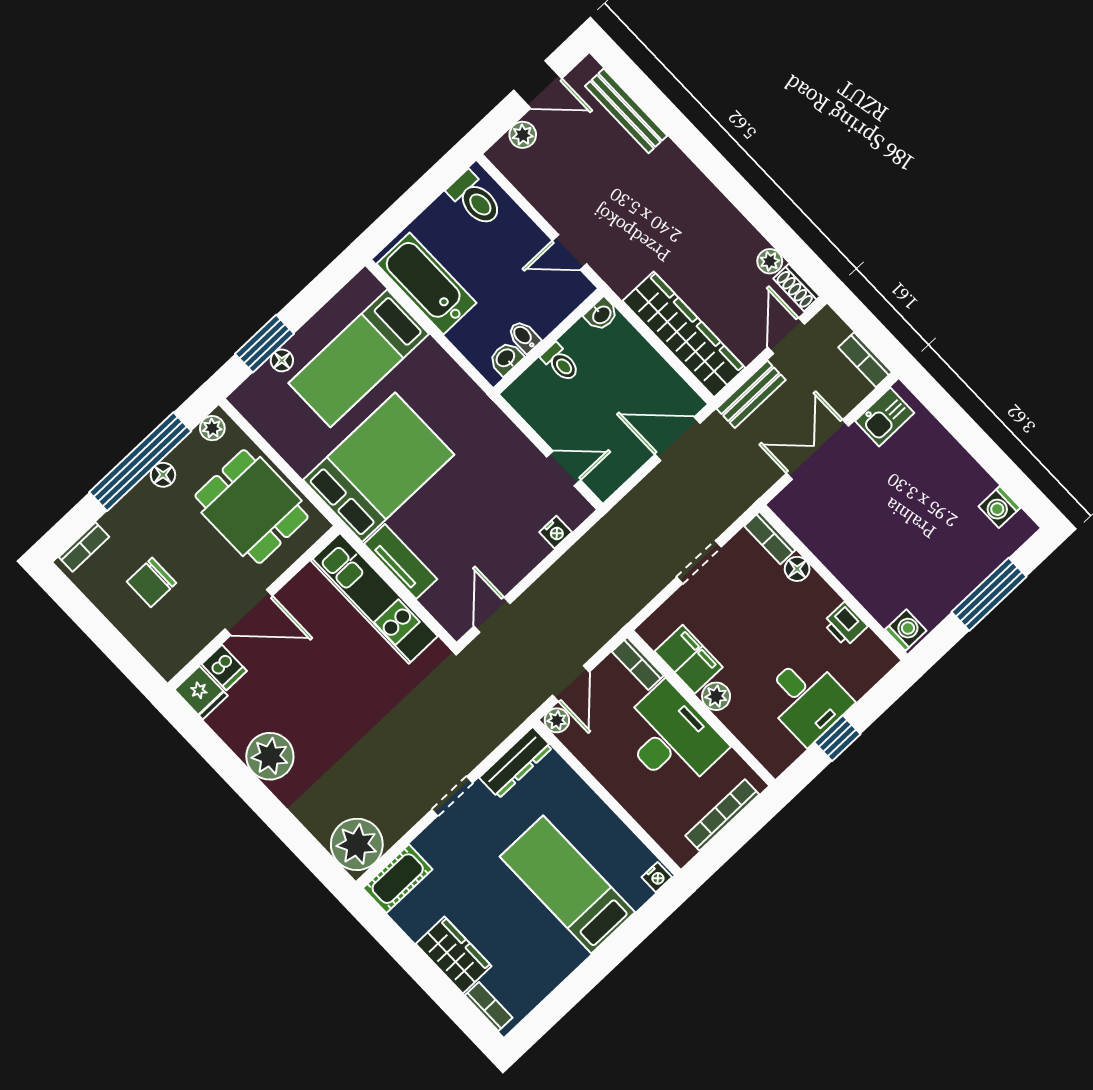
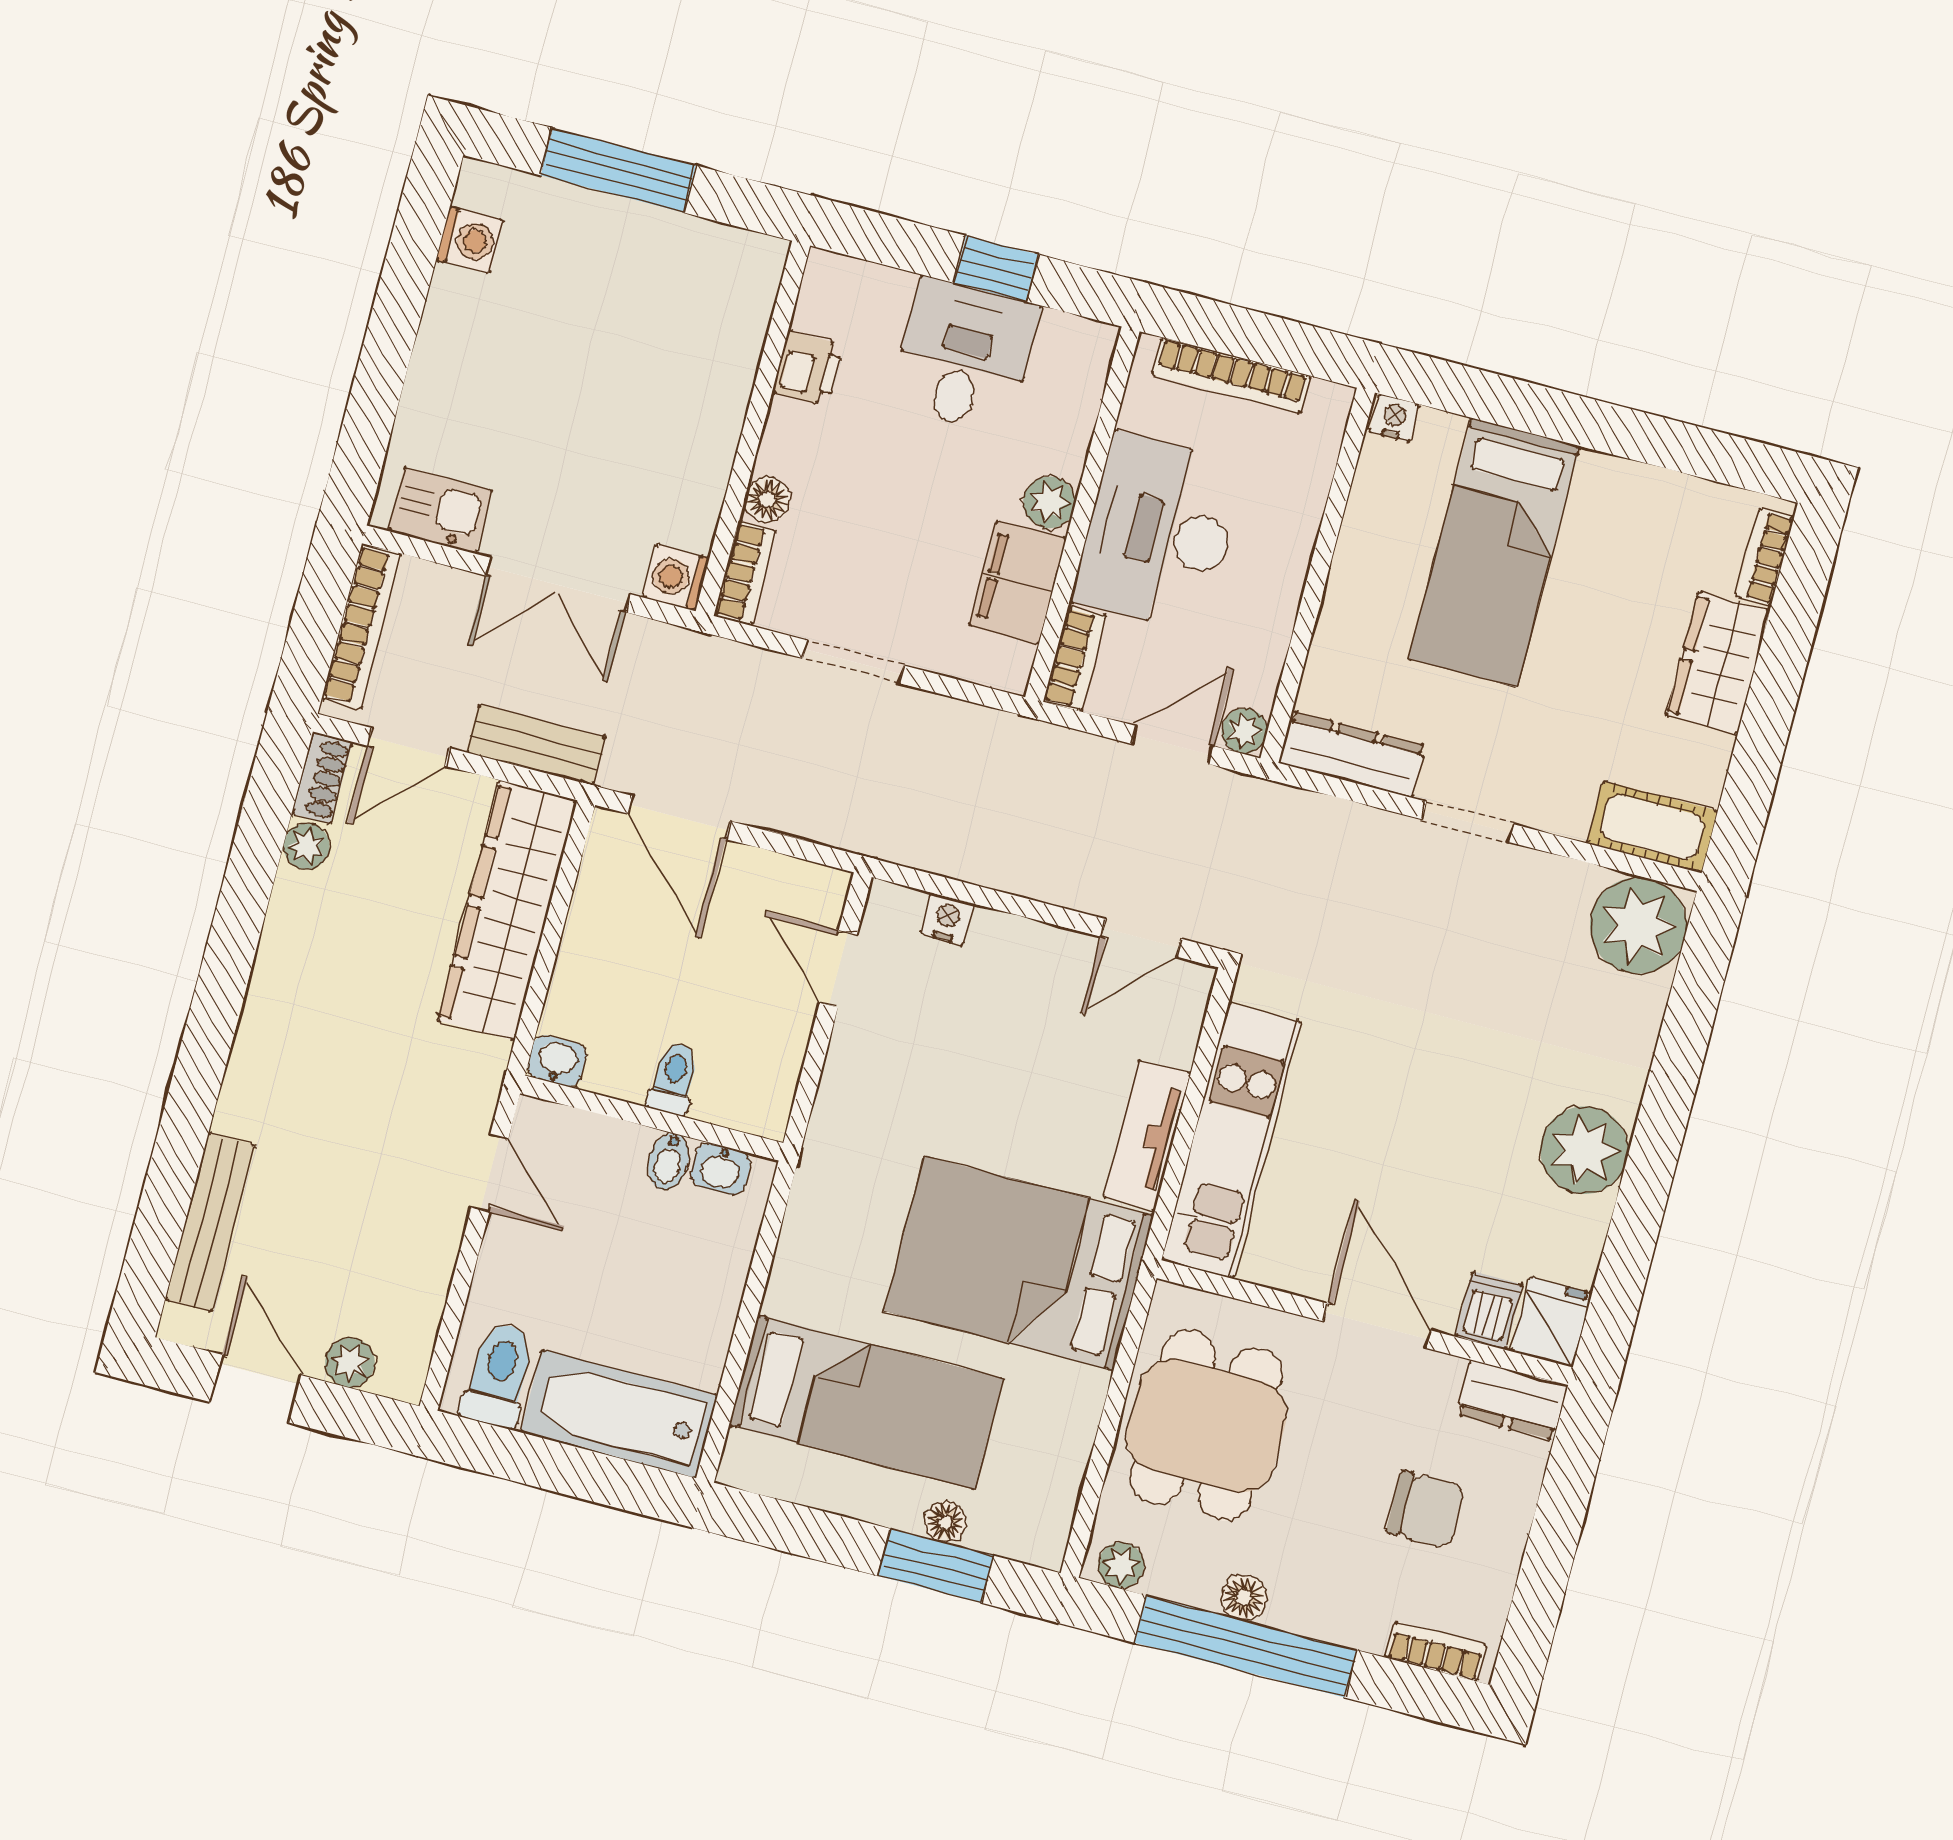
bathtub: (426, 283) -> (619, 1414), moved, turned 90
bookcase: (865, 360) -> (361, 626), width x1.56
washing machine: (906, 630) -> (676, 578), moved
dresser: (177, 653) -> (1512, 1400), added

